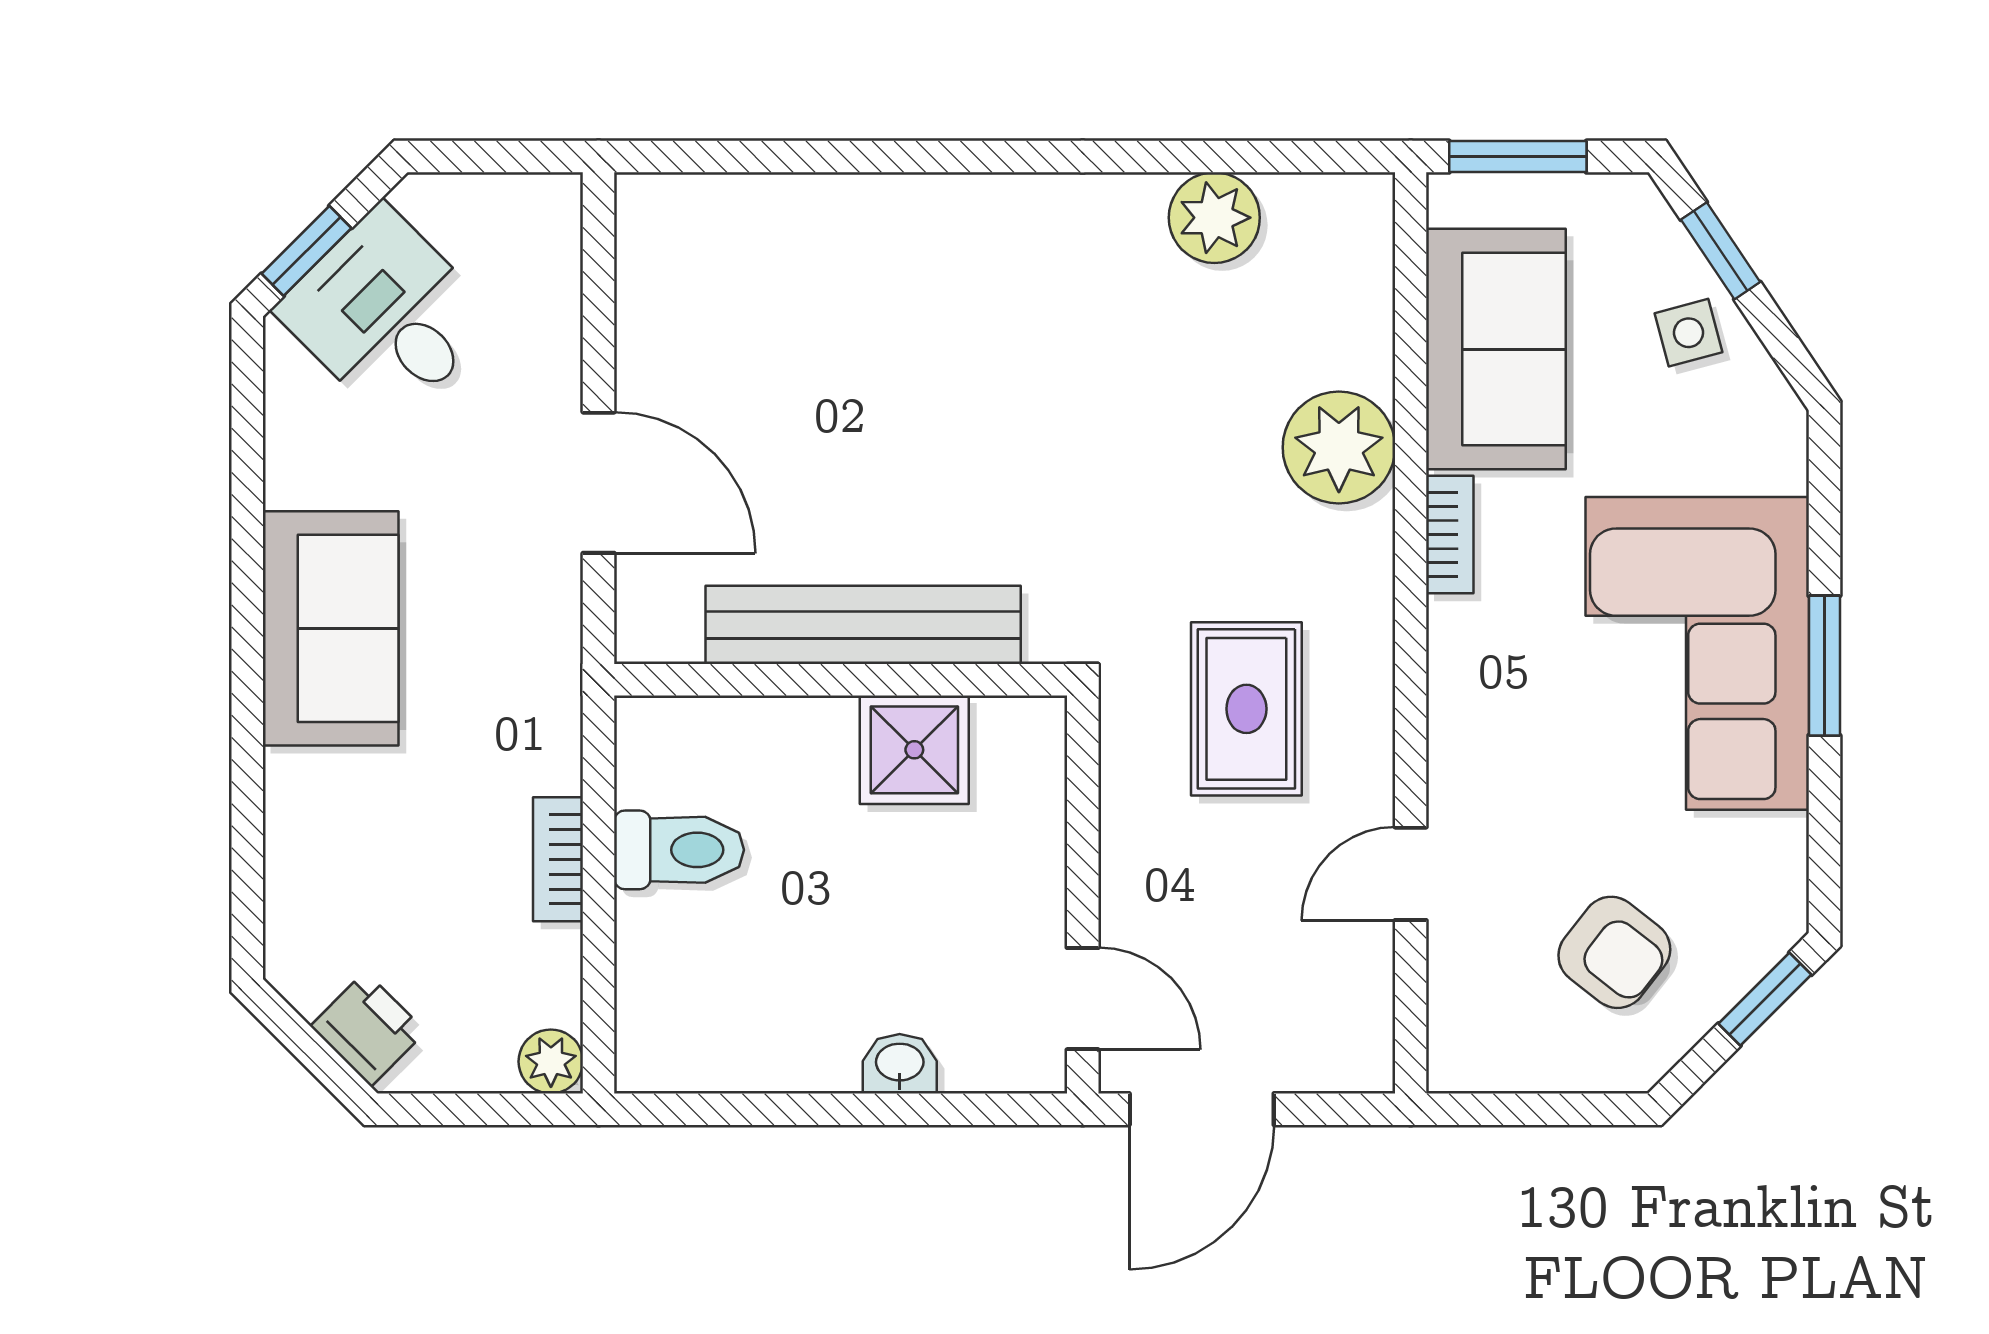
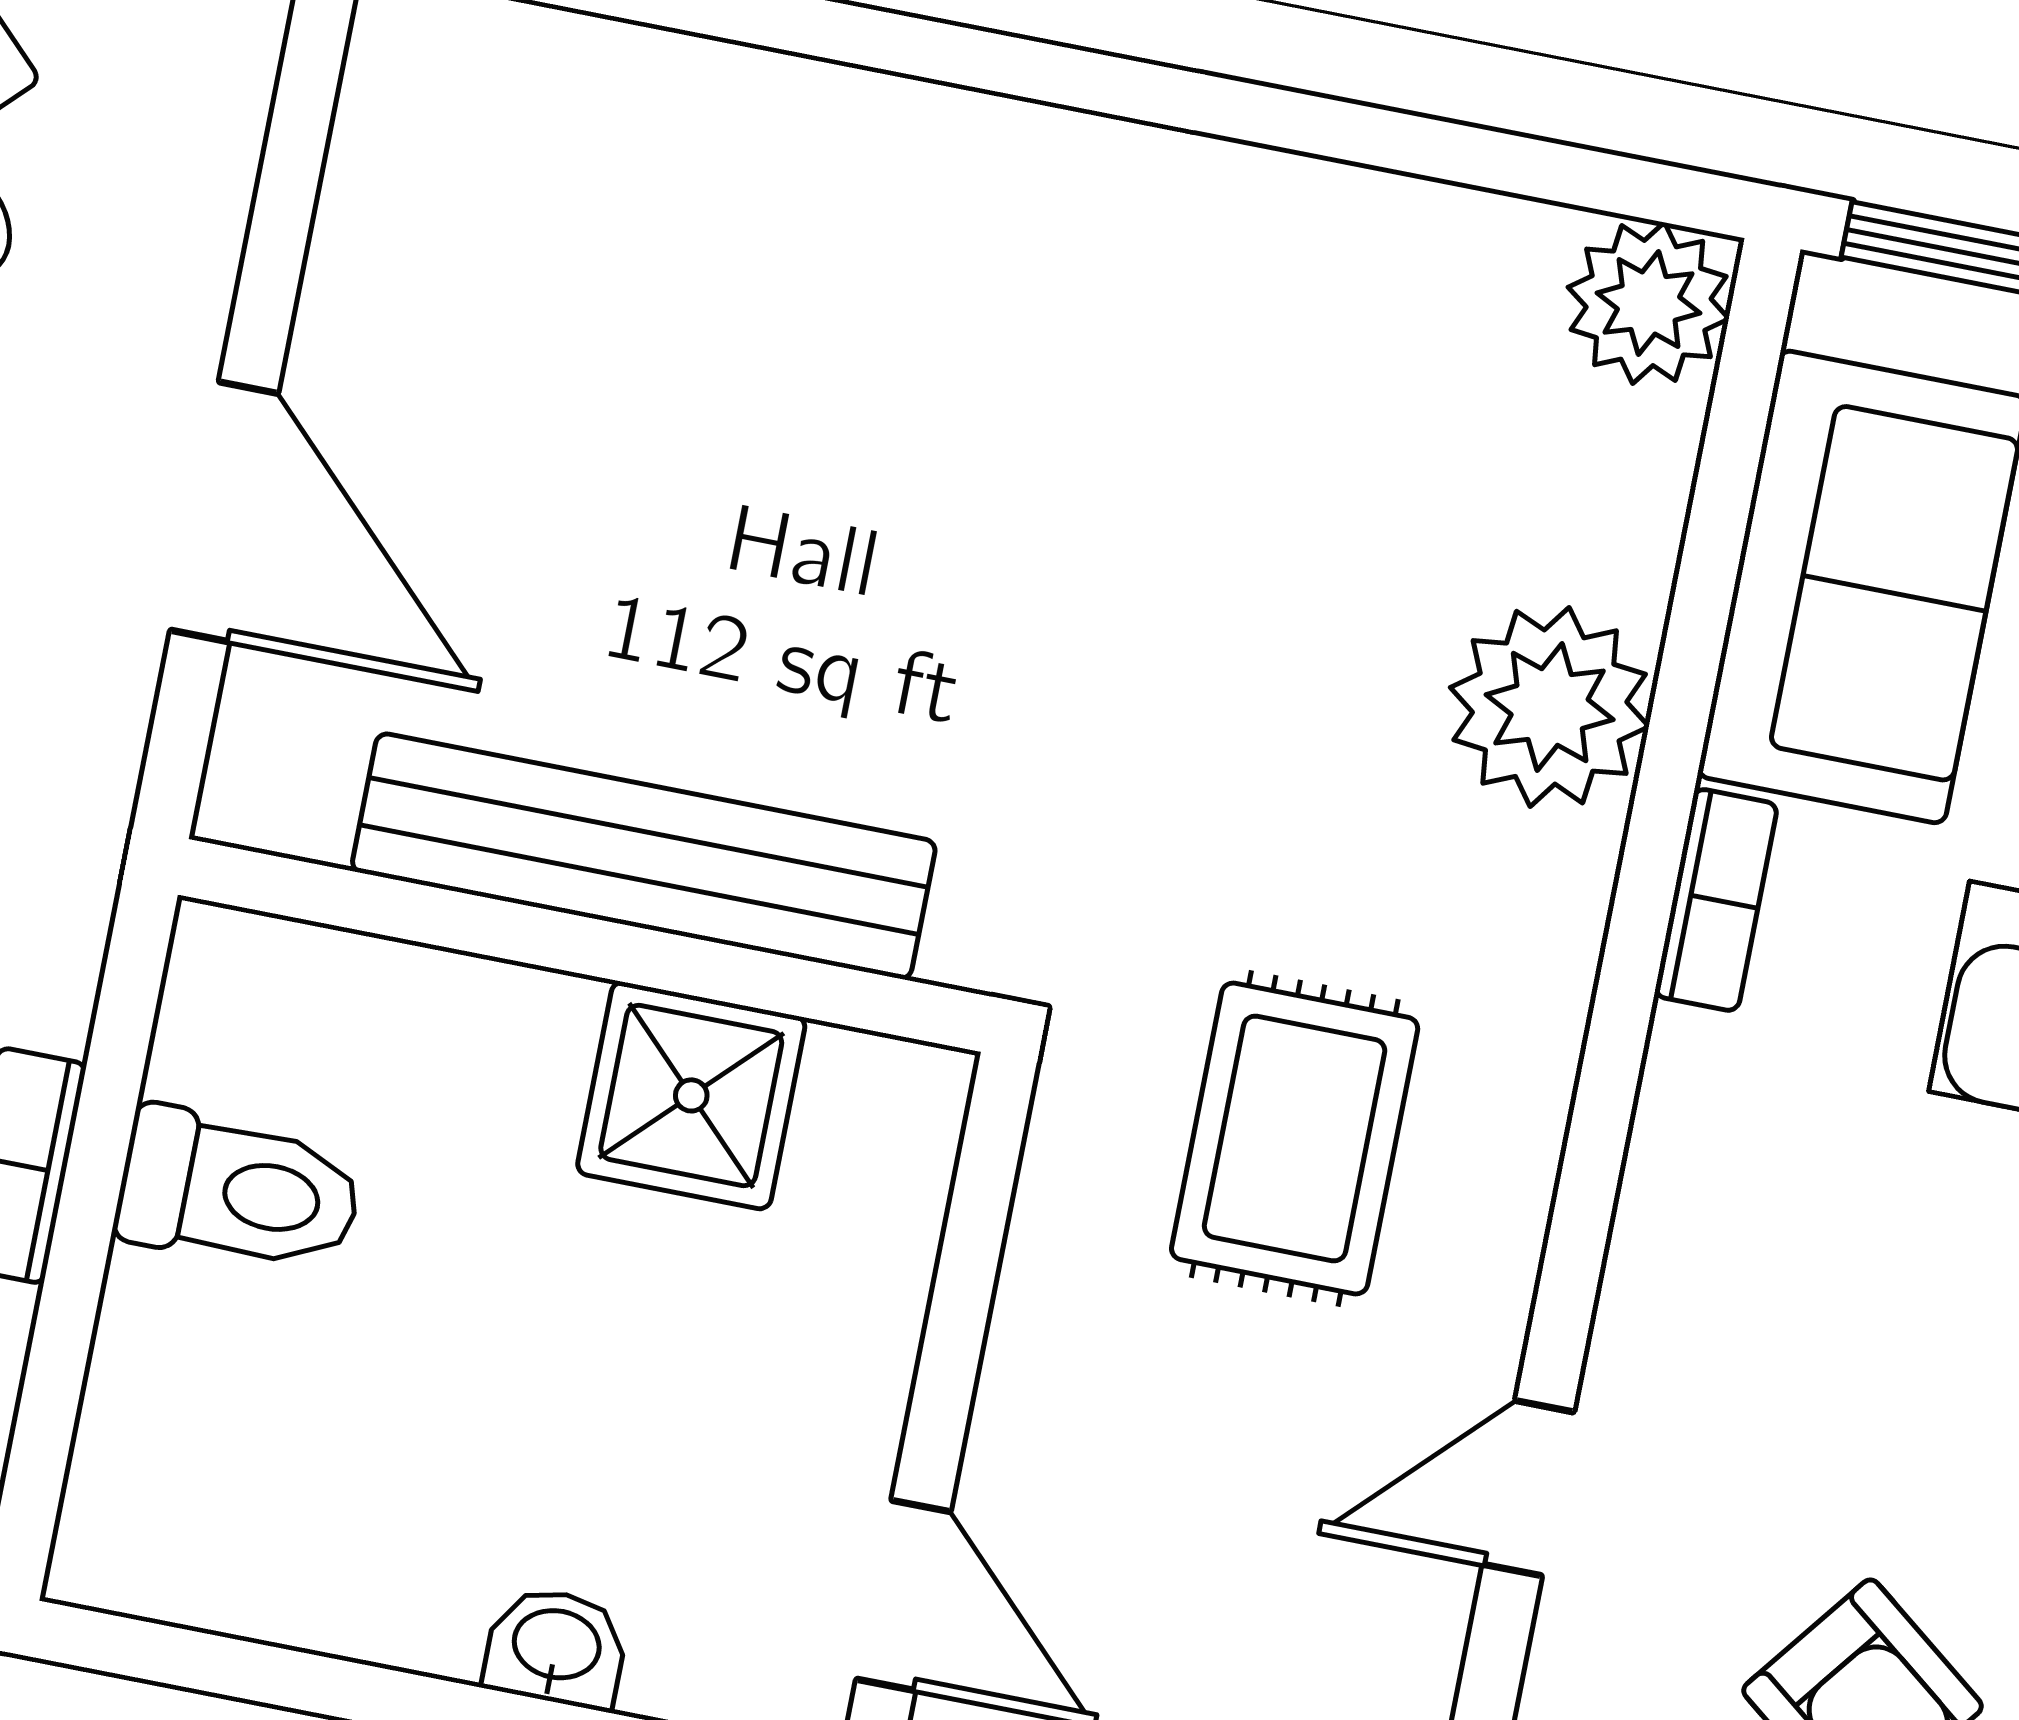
plant: (1214, 218) -> (1649, 303), moved

